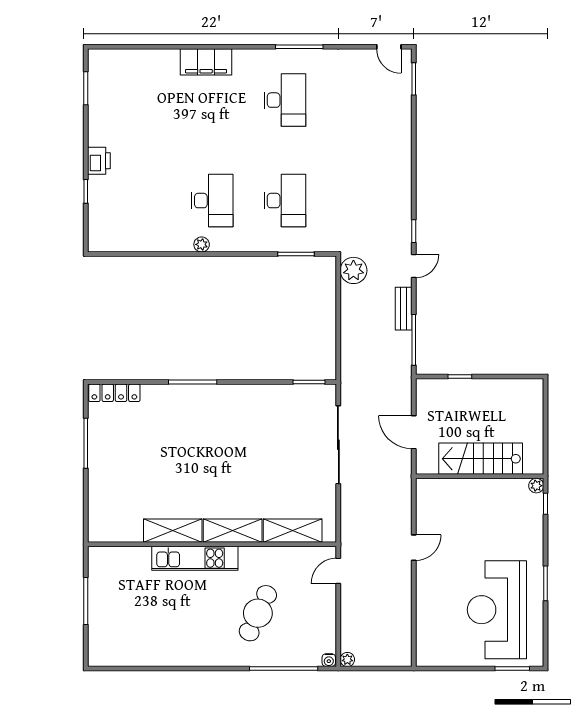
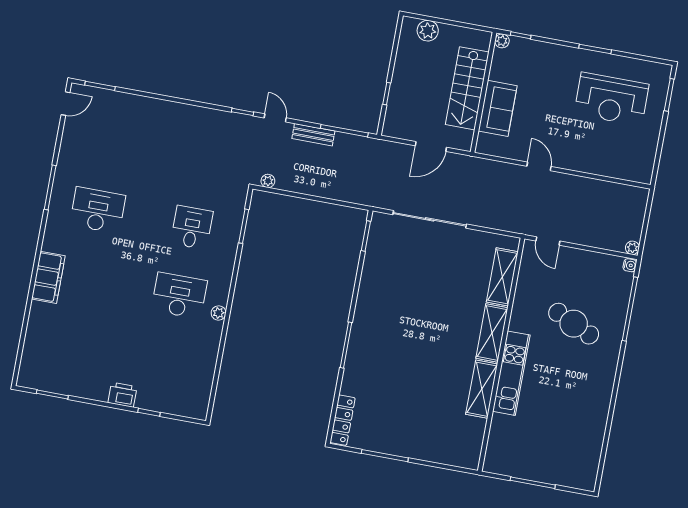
desk: (285, 201) -> (192, 227), width x0.73
plant: (353, 270) -> (268, 181), width x0.53, depth x0.53
plant: (533, 407) -> (428, 31), added
sofa: (466, 494) -> (498, 108), added
reception desk: (497, 610) -> (611, 99), width x0.74, depth x0.77

